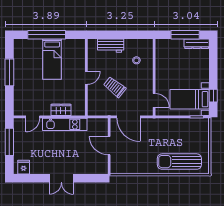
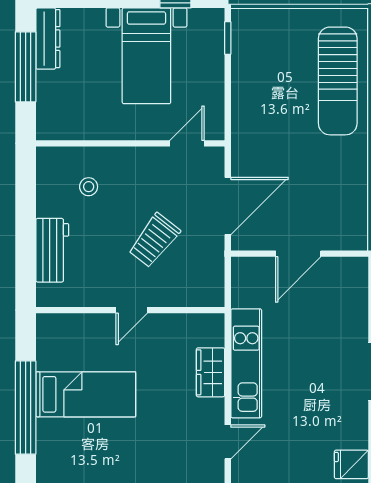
door: (86, 78) -> (132, 310), swing flipped
bed with nightstands: (190, 99) -> (146, 56), moved
door: (33, 117) -> (228, 442), hinge flipped

